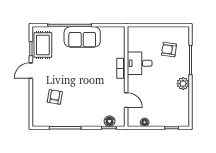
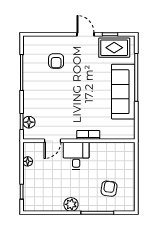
sofa: (82, 37) -> (123, 92), width x1.36
desk: (140, 63) -> (76, 156), moved
armchair: (55, 97) -> (56, 61), turned 80

